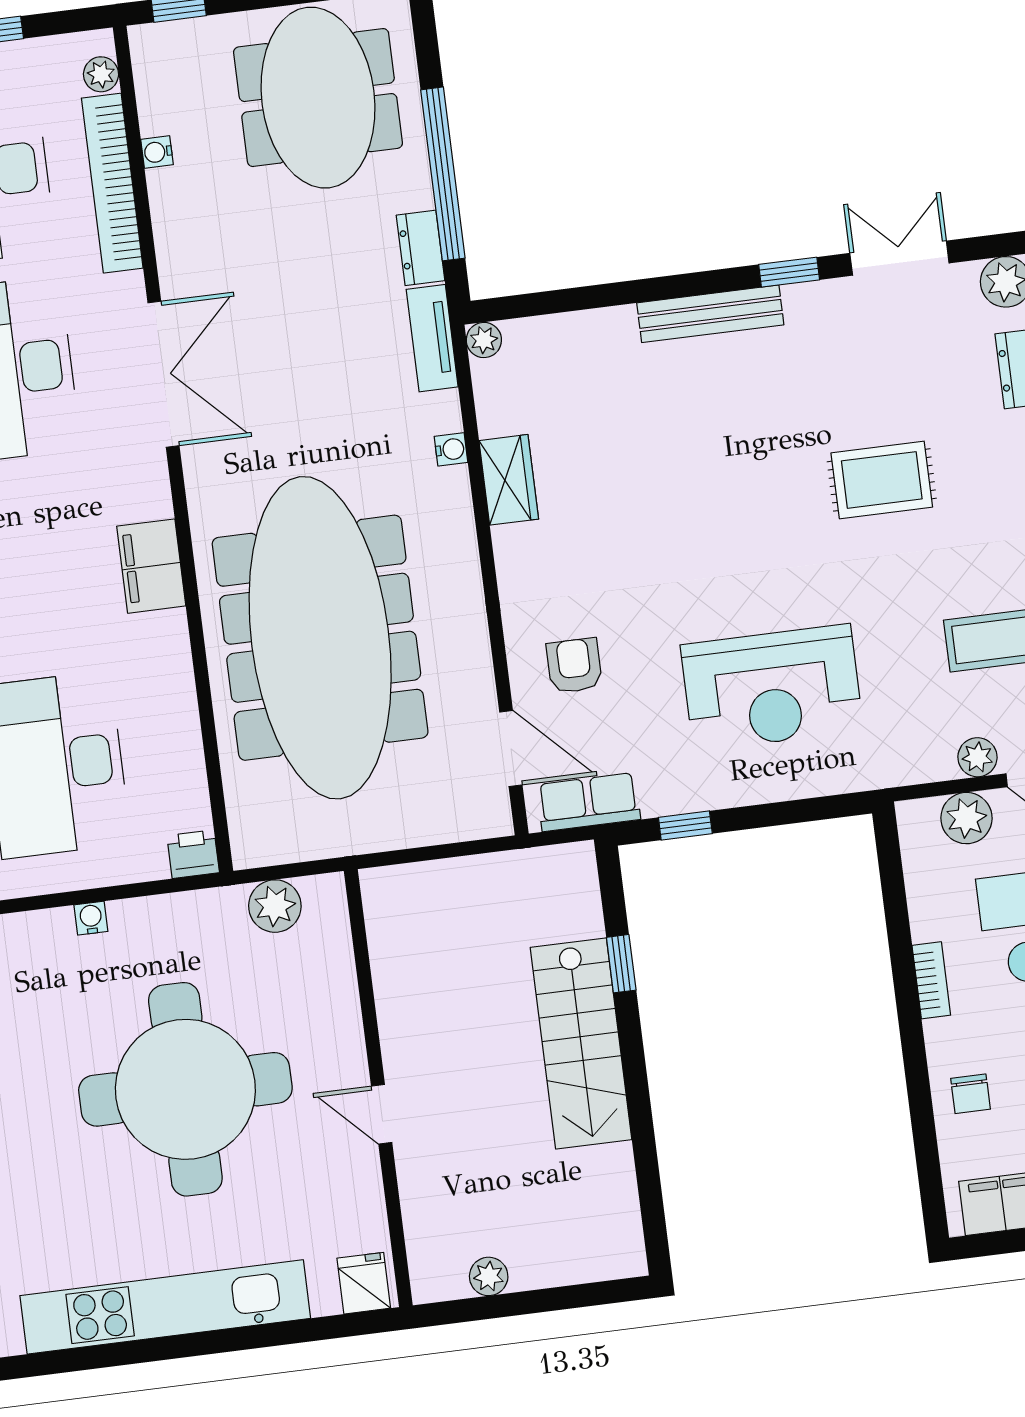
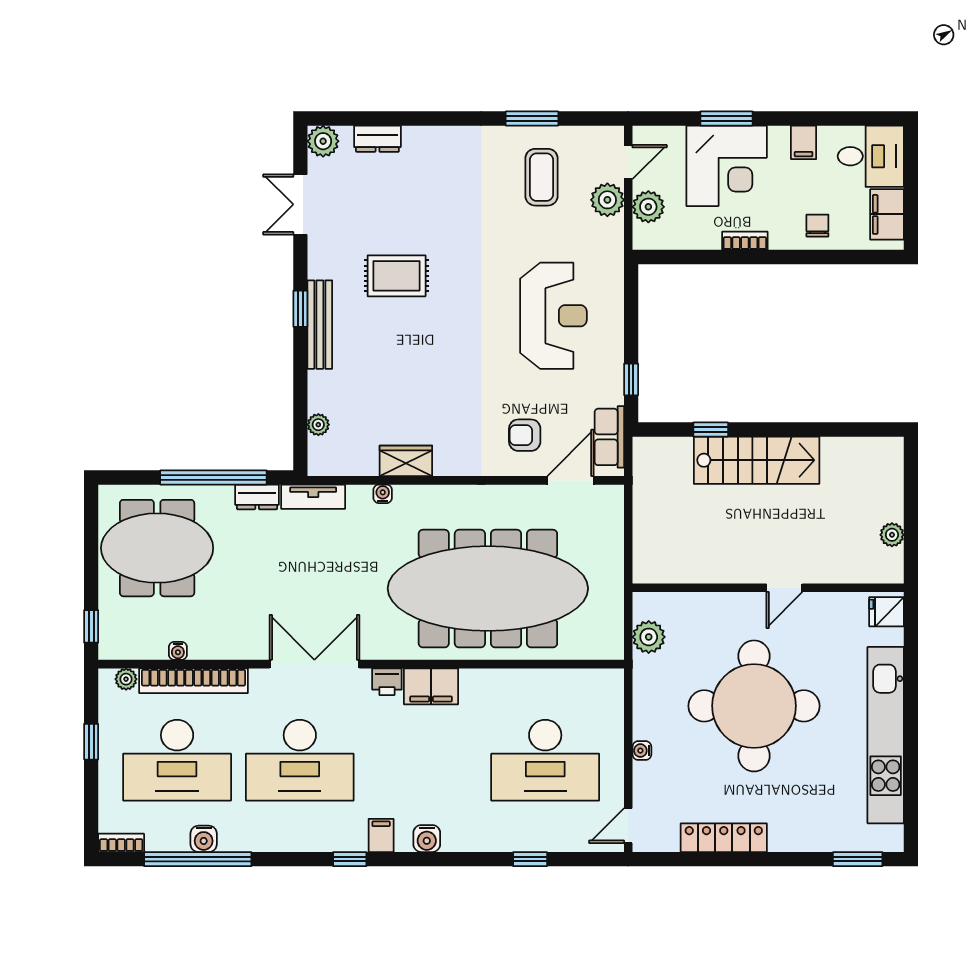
window: (789, 272) -> (300, 309), moved
plant: (484, 340) -> (318, 425), moved
rug: (882, 480) -> (397, 276), moved, turned 90
plant: (977, 757) -> (607, 200), width x1.38, depth x1.38
printer: (193, 854) -> (387, 682), moved, turned -90
chair: (971, 1094) -> (817, 226), turned -90

